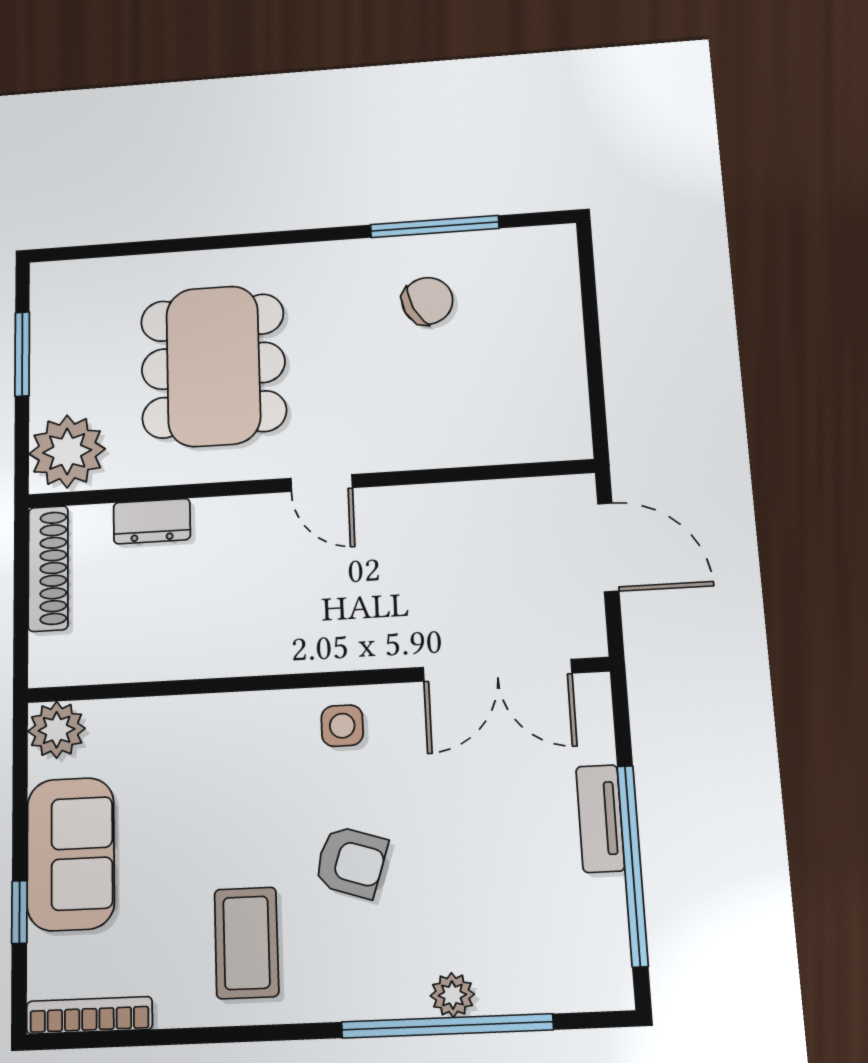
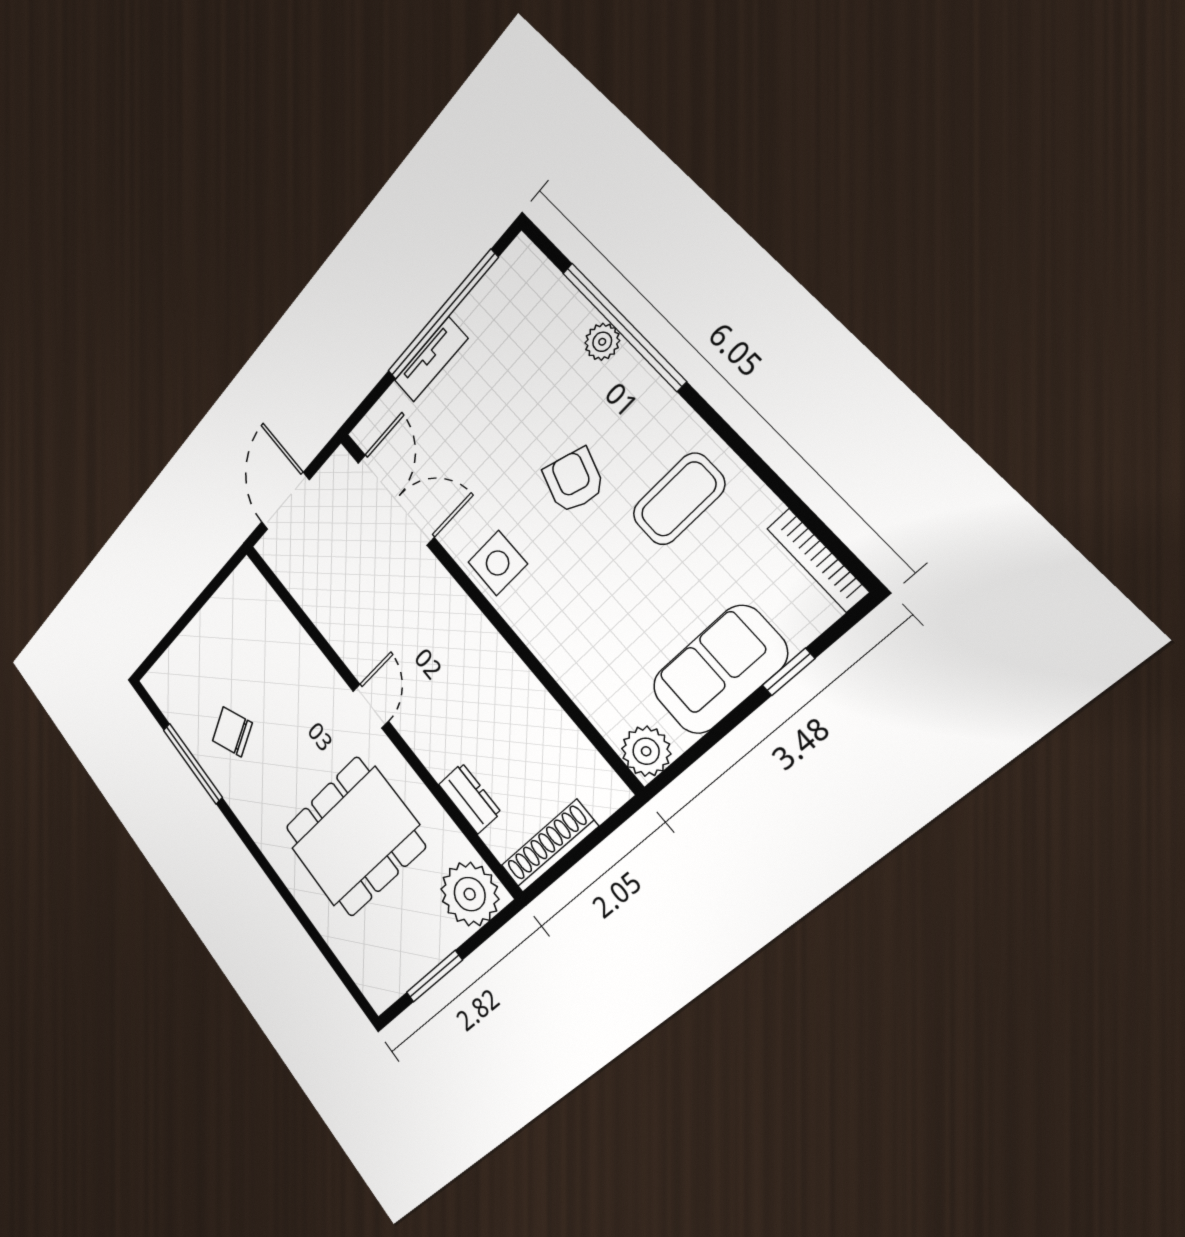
side table: (342, 726) -> (498, 563), width x1.37, depth x1.37

